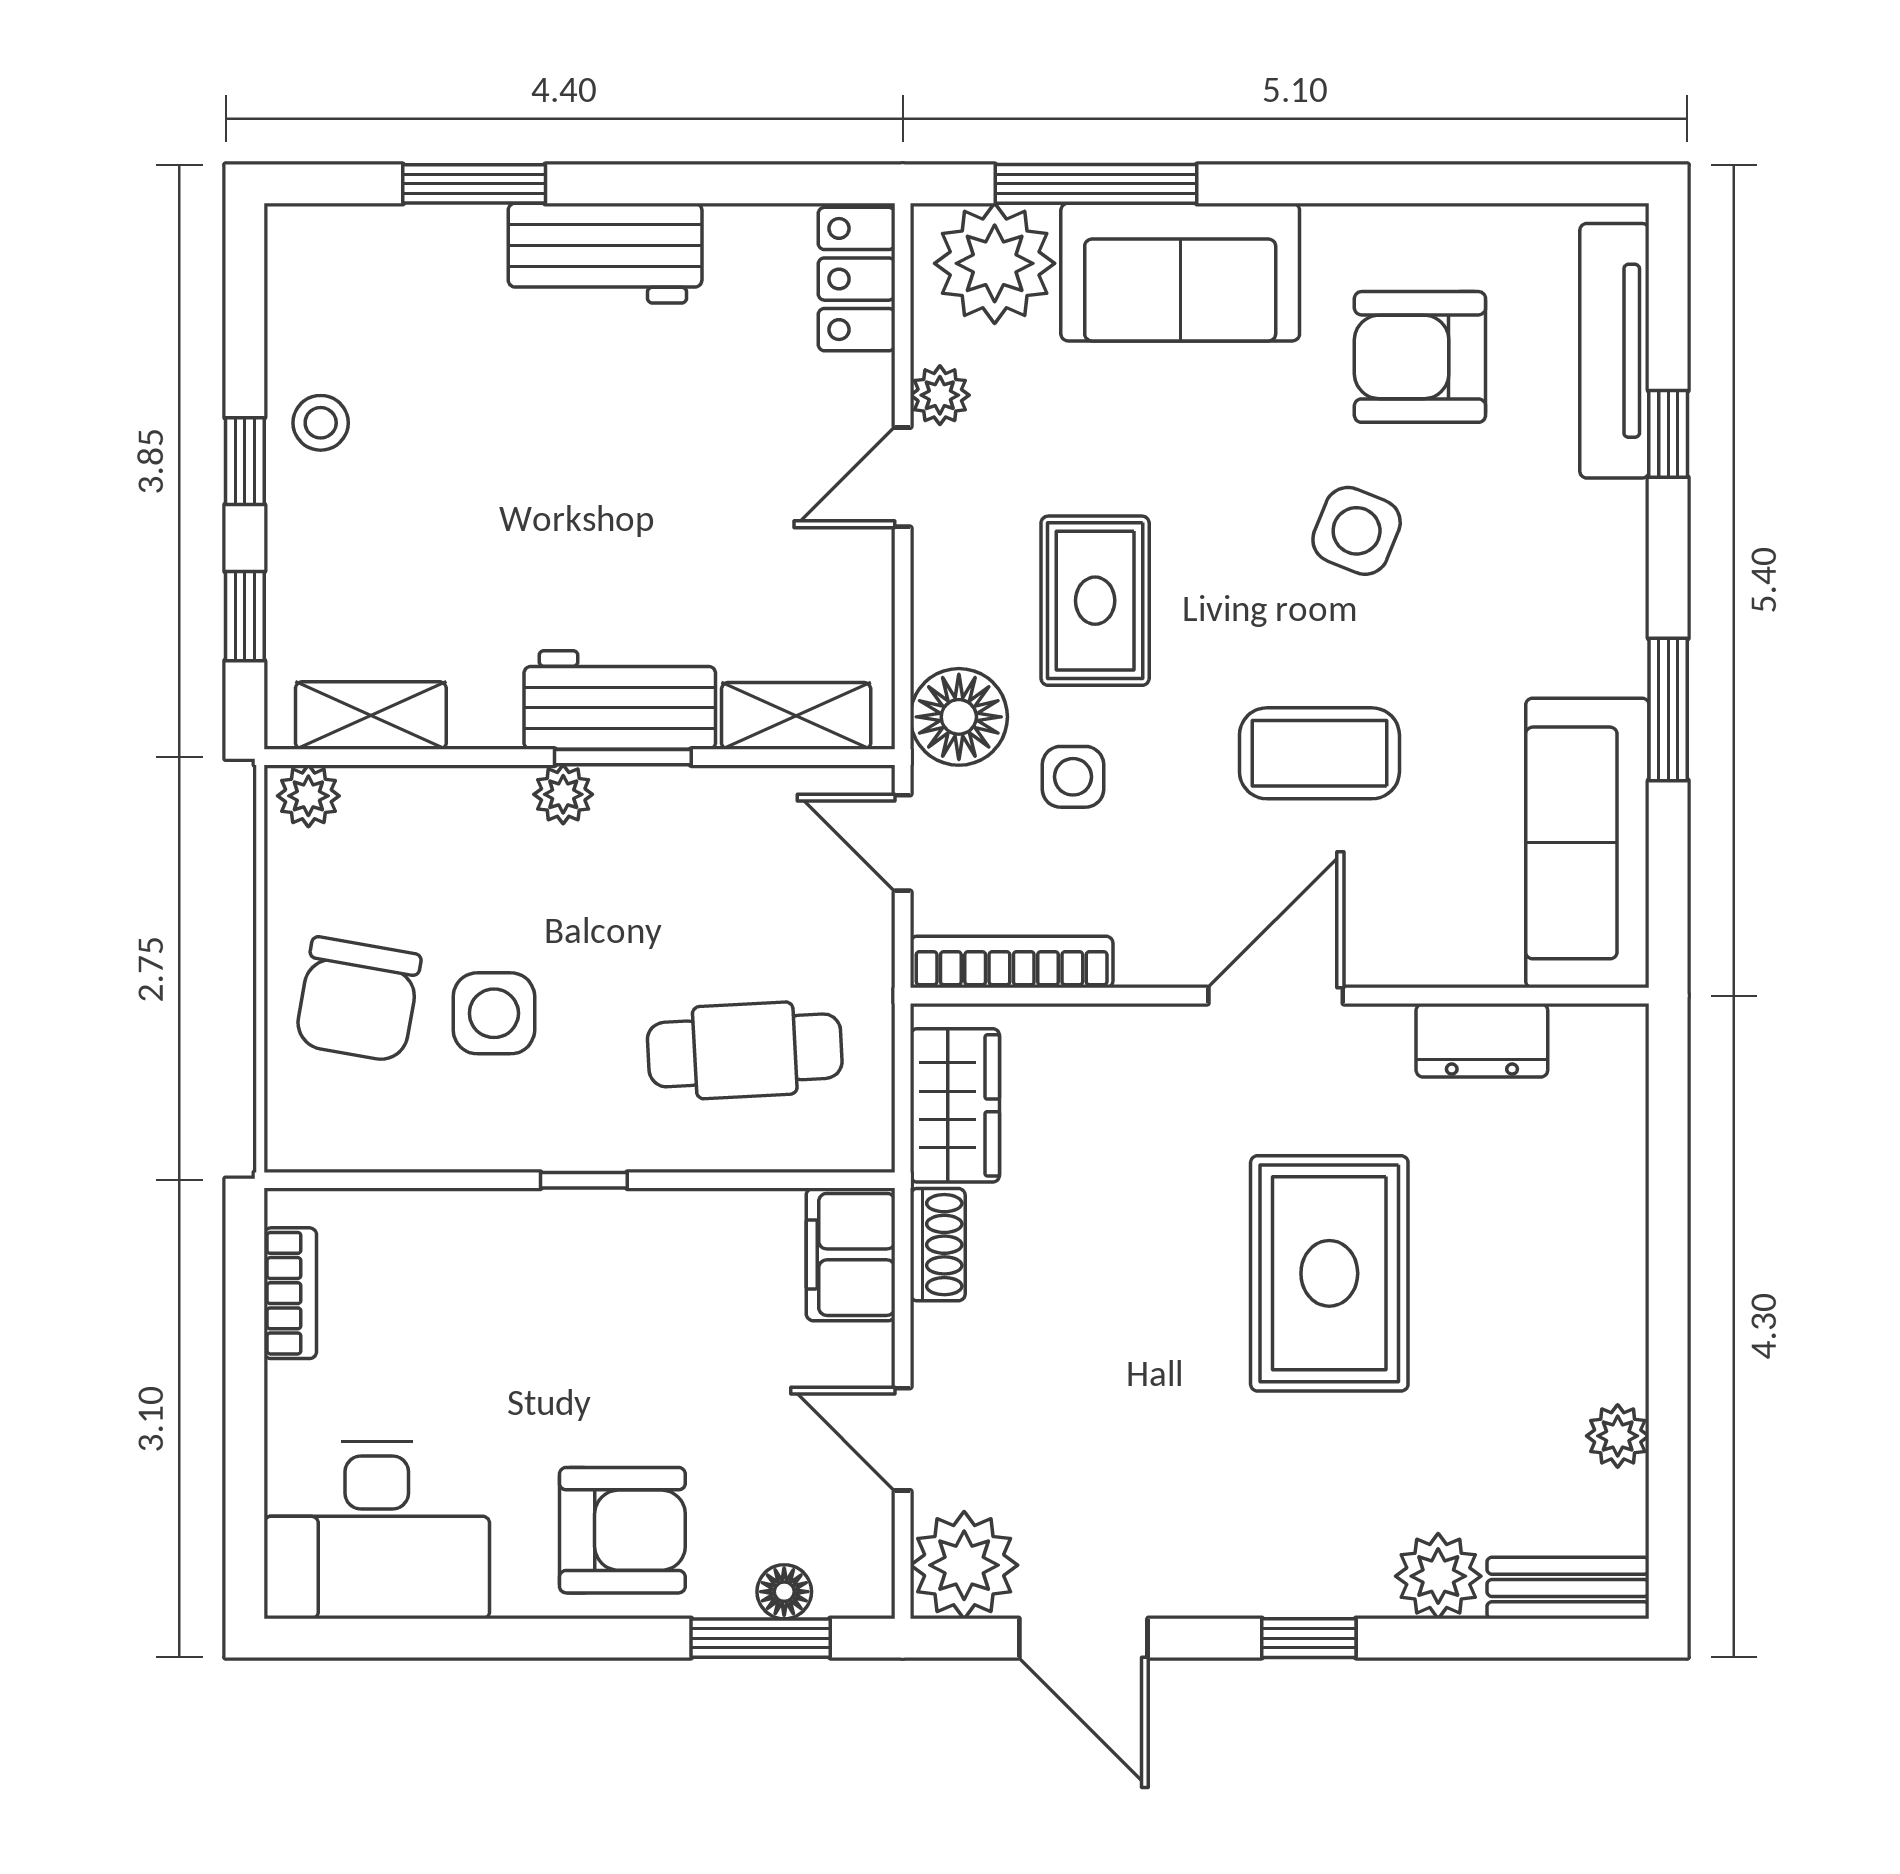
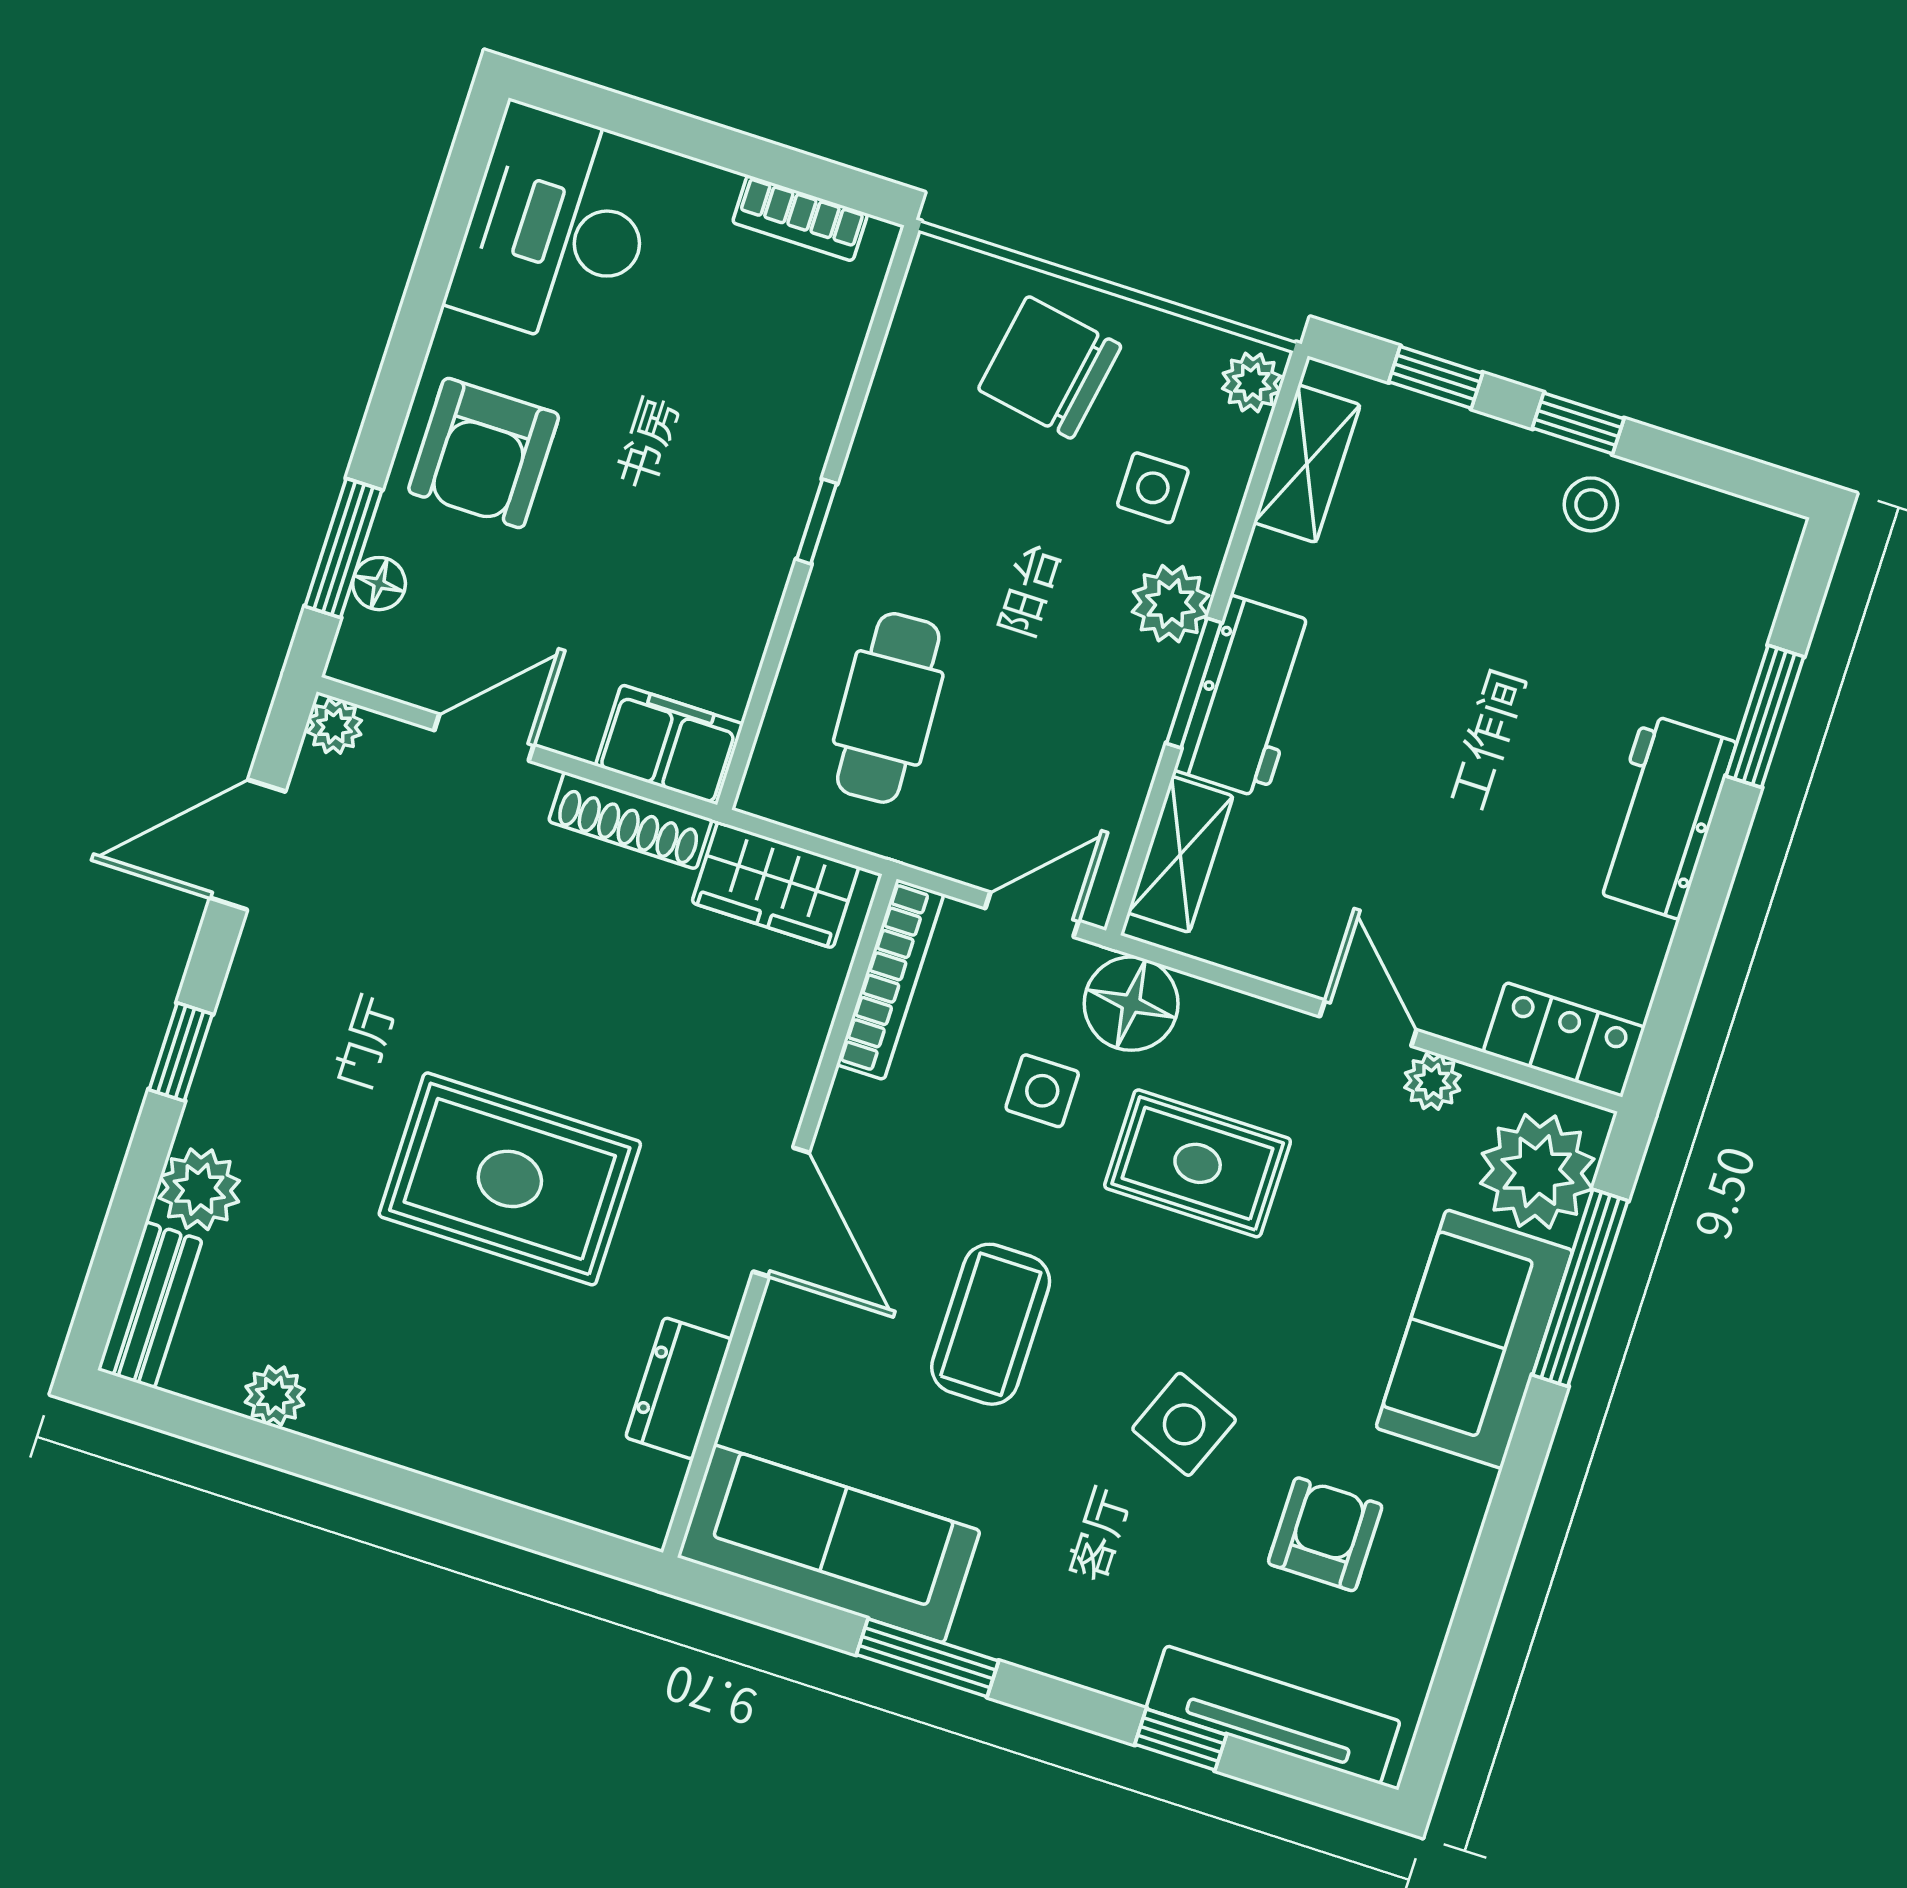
armchair: (1420, 357) -> (1325, 1534), width x0.72, depth x0.72
plant: (563, 794) -> (1171, 604), width x1.38, depth x1.38
side table: (494, 1013) -> (1153, 488), moved, width x0.73, depth x0.73
shoe rack: (938, 1245) -> (630, 820), width x1.43
plant: (964, 1565) -> (334, 726), width x0.53, depth x0.53

